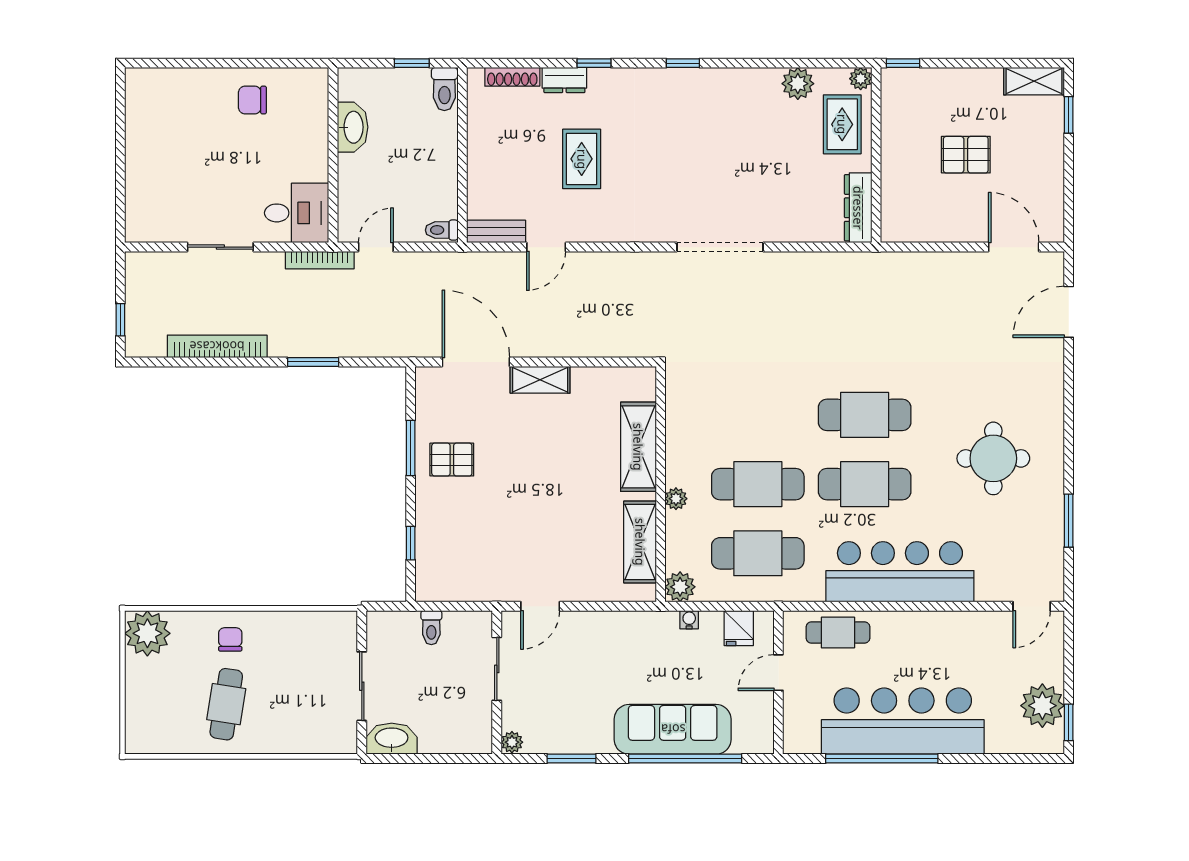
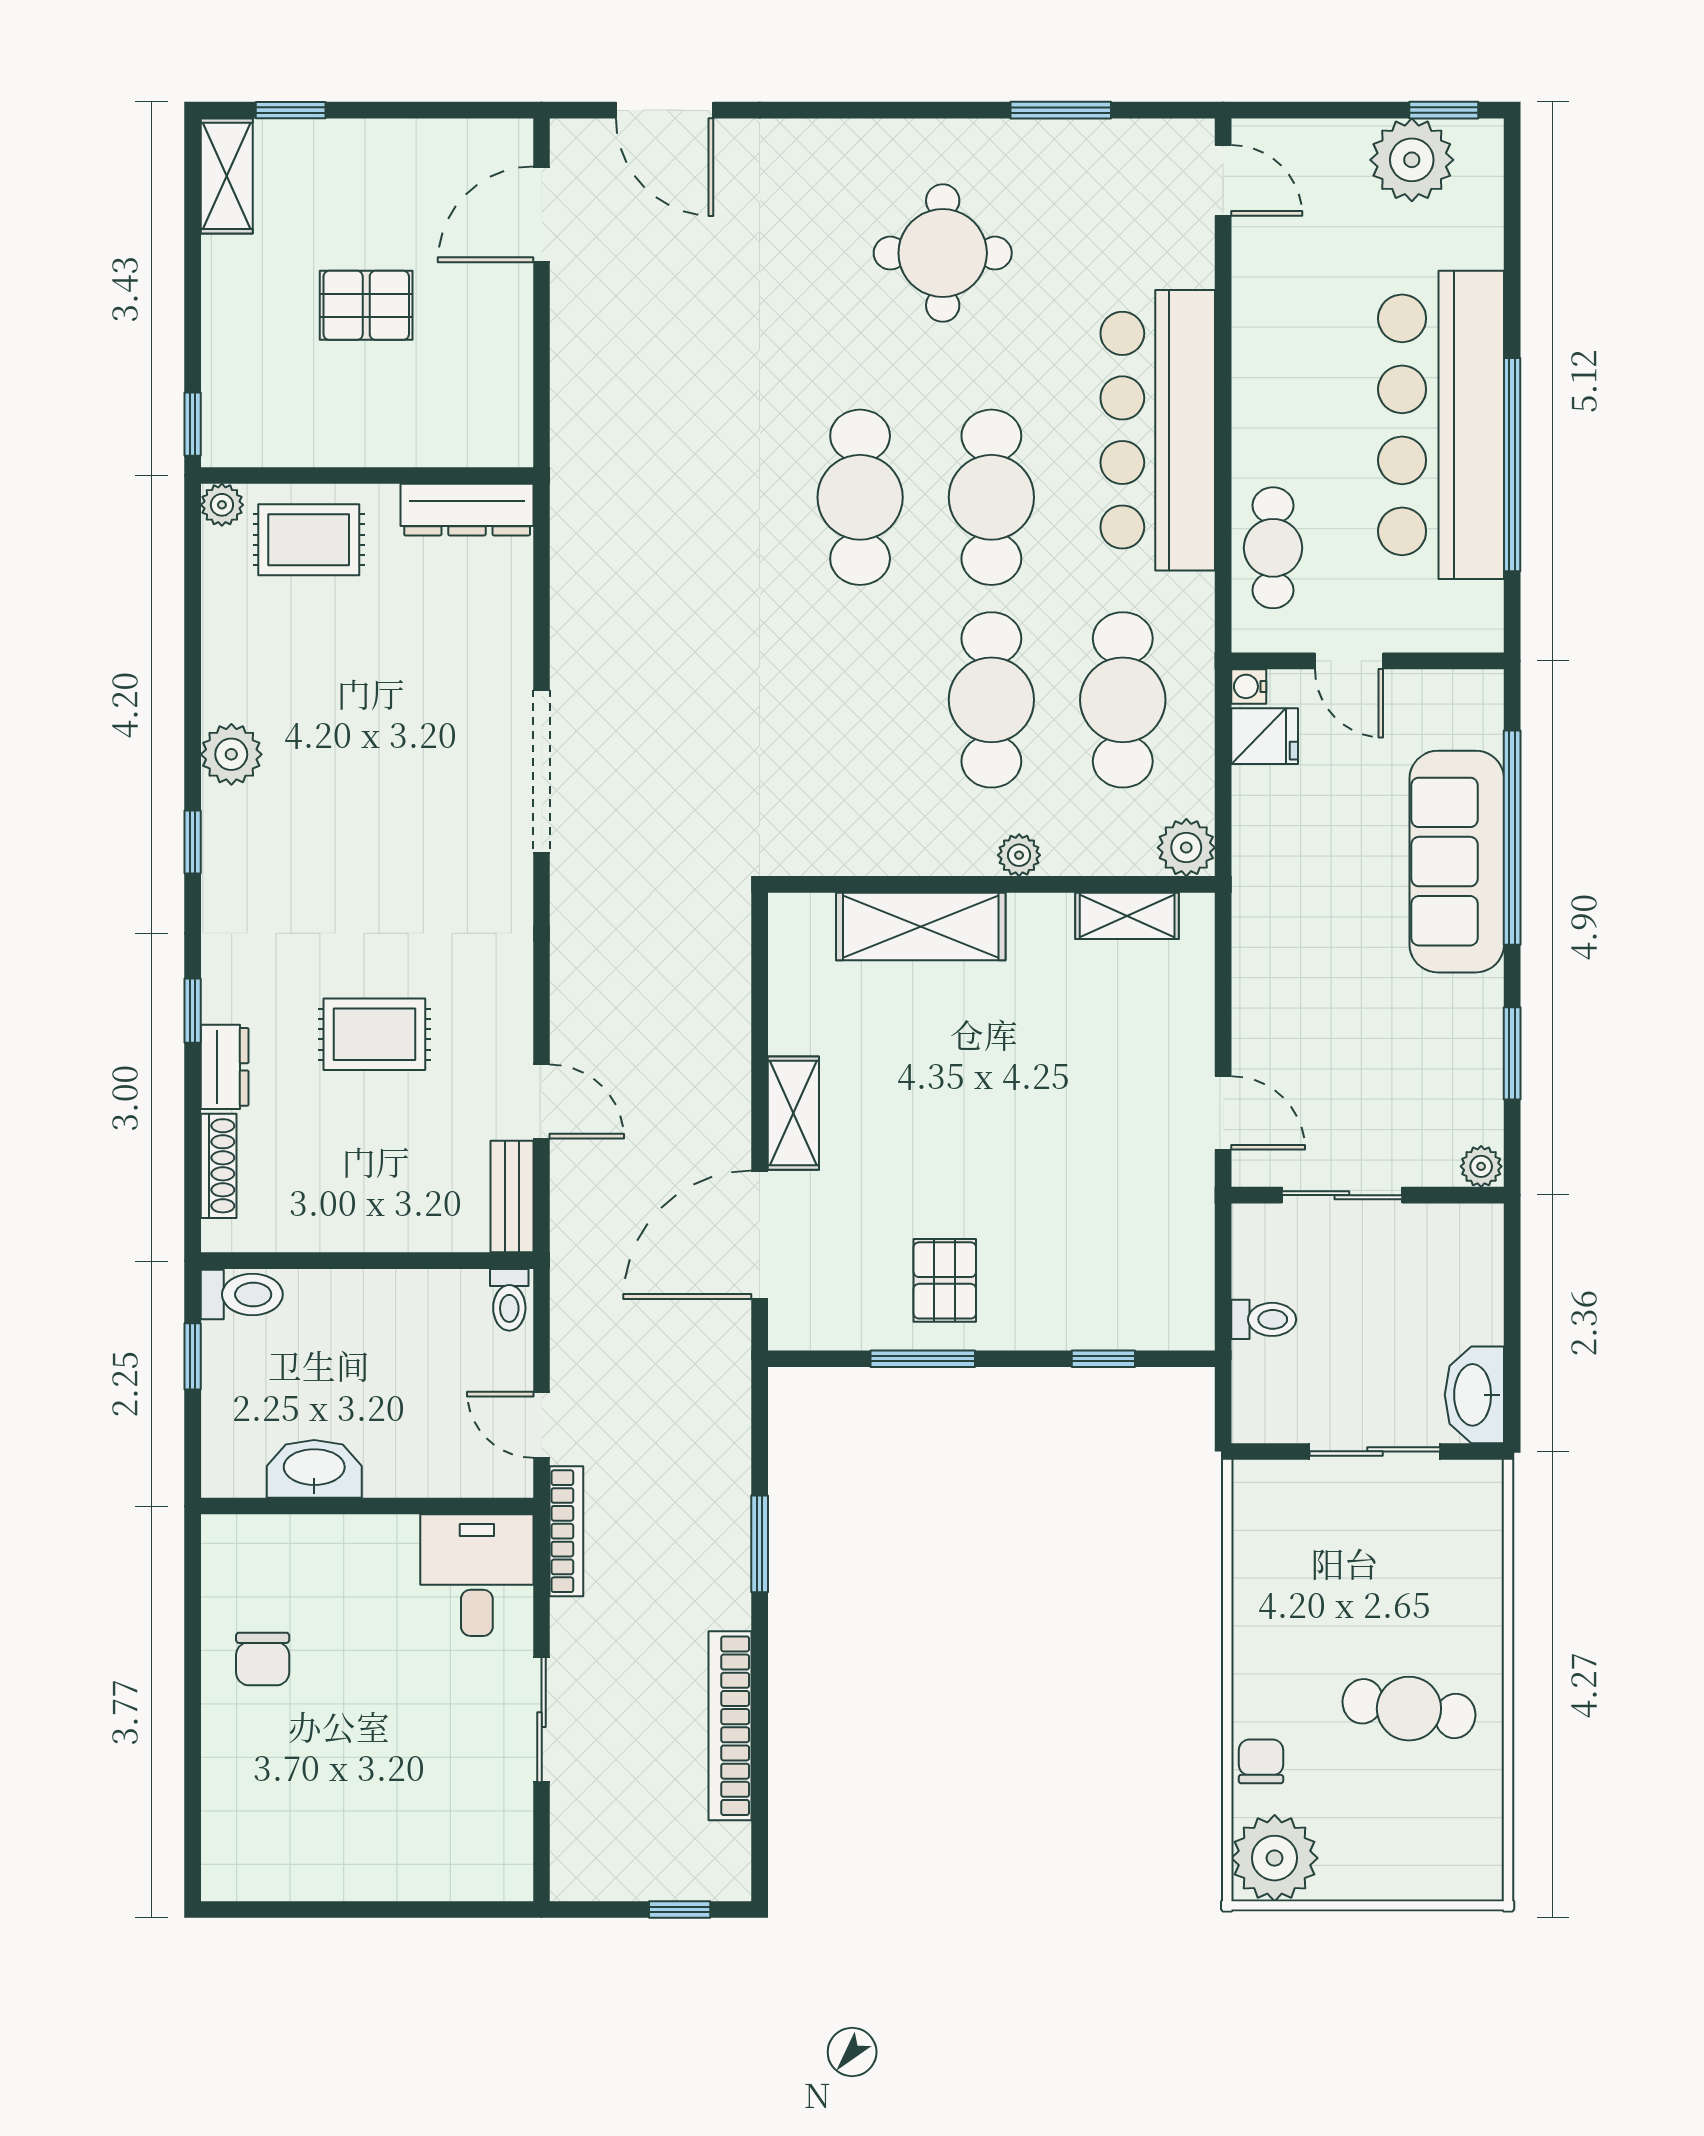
plant: (798, 84) -> (231, 754), moved
pallet: (966, 155) -> (366, 305), turned 90
shelving: (640, 542) -> (1127, 916), width x0.67, depth x0.75
water cooler: (689, 620) -> (1249, 686), moved
chair: (230, 639) -> (1261, 1761), moved, turned 90

